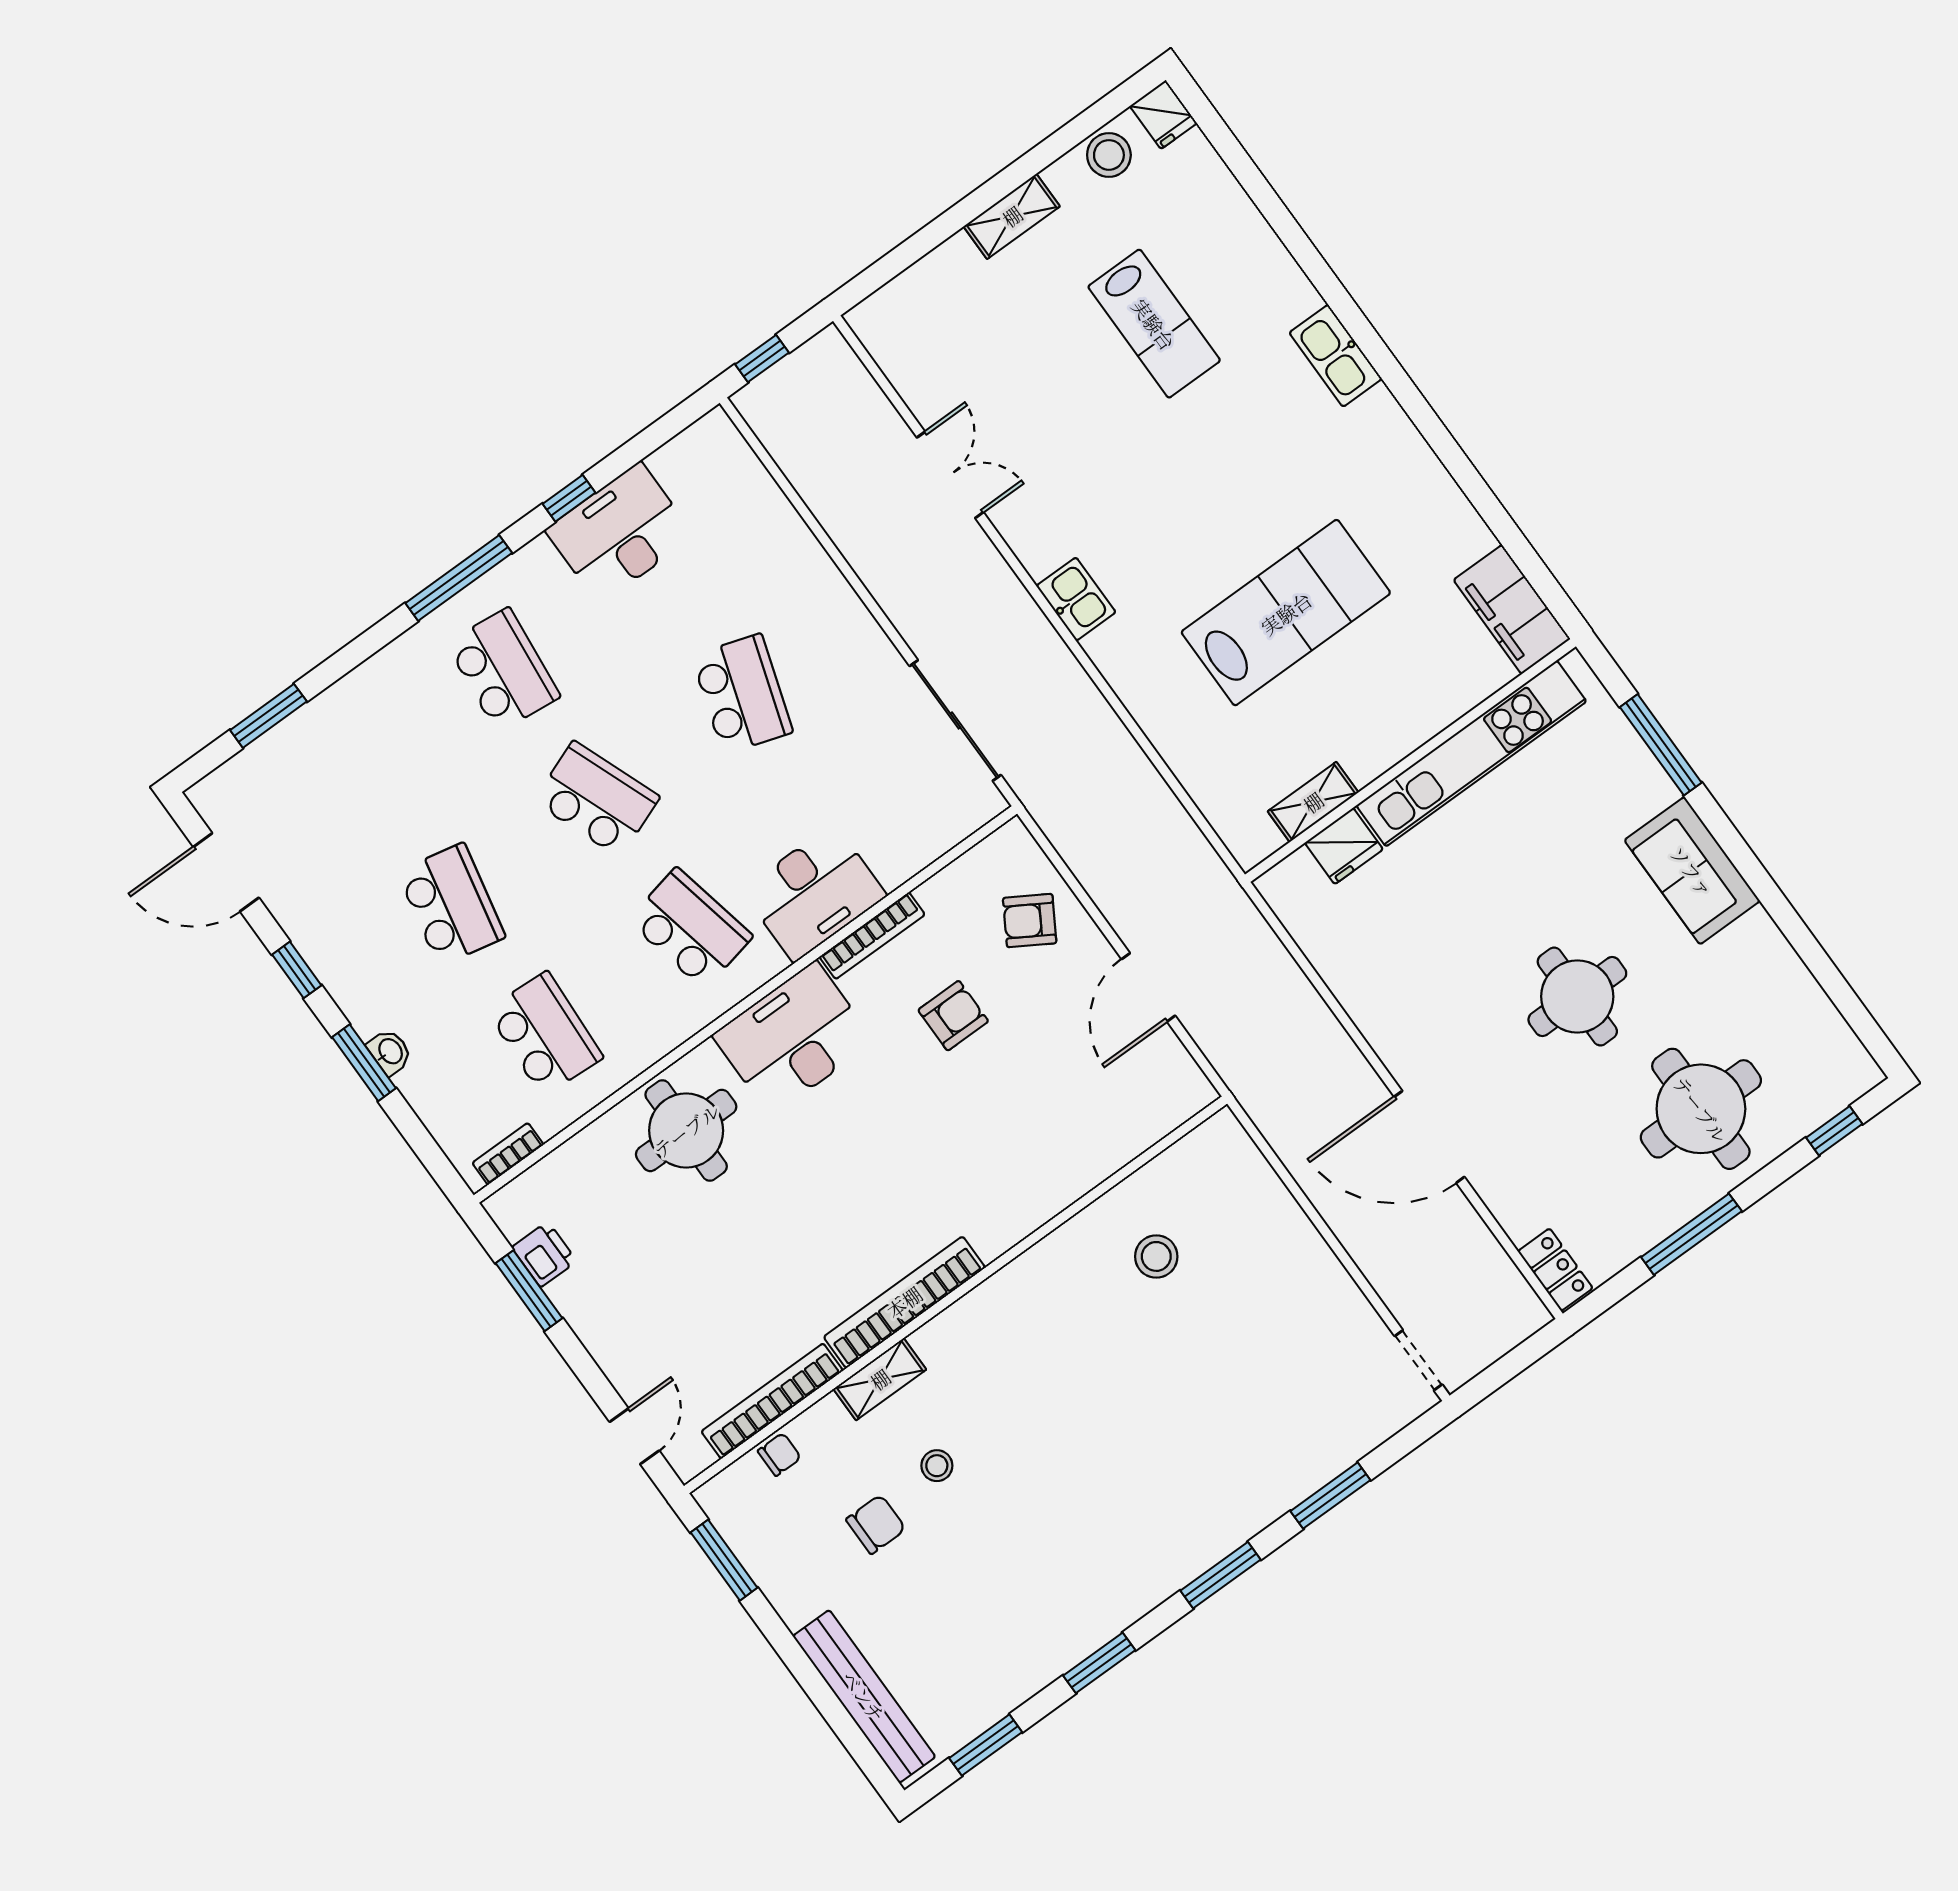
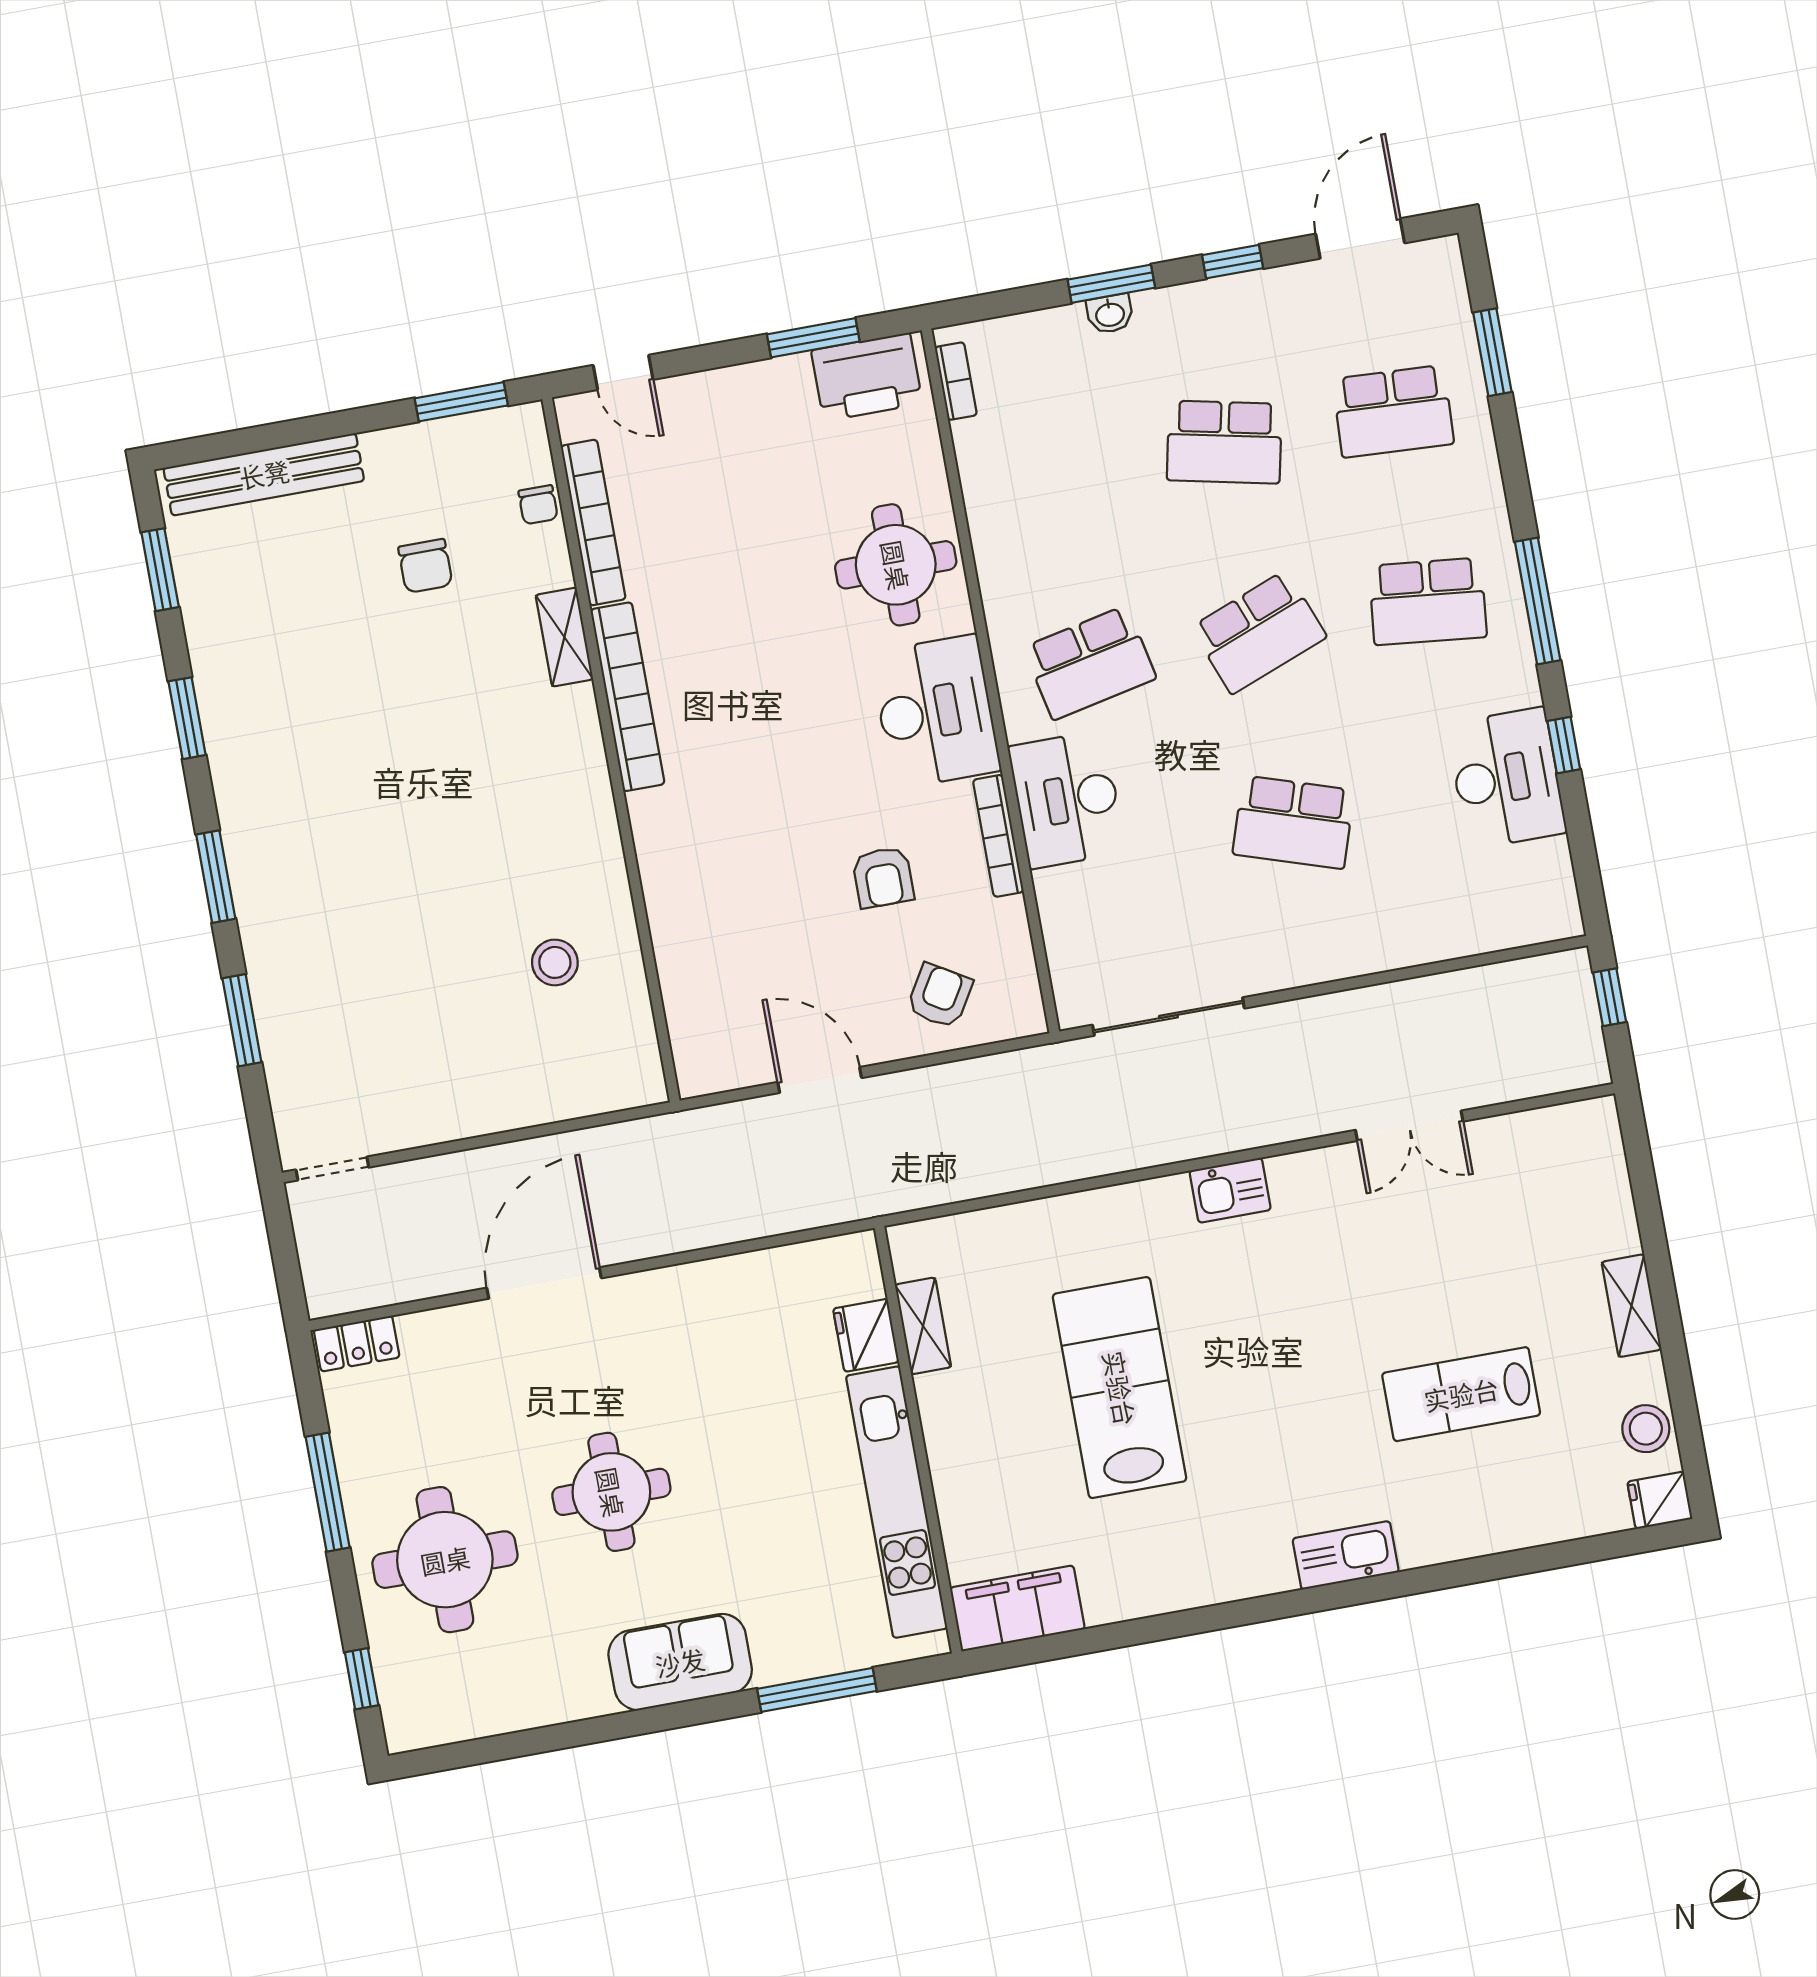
lab bench: (1286, 613) -> (1120, 1388), turned 180
school desk: (545, 1034) -> (1393, 411), moved
printer: (544, 1254) -> (867, 377), width x1.87, depth x1.48
stool: (937, 1466) -> (454, 652), removed

